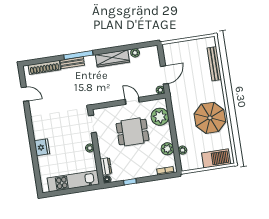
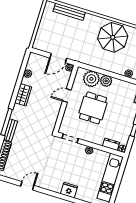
wardrobe: (112, 58) -> (23, 95), width x0.67
door: (164, 75) -> (58, 58), swing flipped
door: (25, 94) -> (27, 186), moved
plant: (167, 149) -> (106, 81), moved

